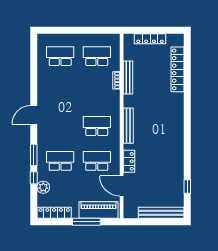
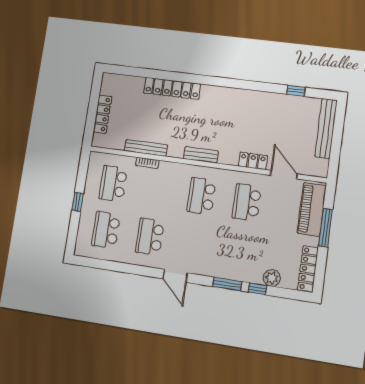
window: (79, 30) -> (78, 202), added
locker: (177, 69) -> (172, 88), moved
bench: (128, 126) -> (201, 155), width x0.73
school desk: (60, 161) -> (150, 237), moved
door: (122, 186) -> (284, 175), swing flipped

